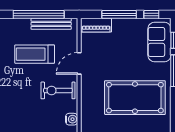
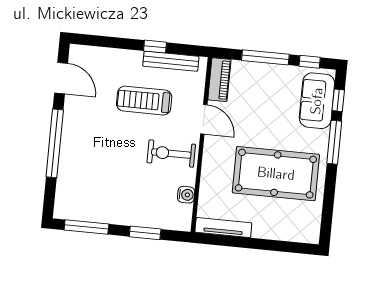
window: (39, 14) -> (155, 47), width x0.32
piano: (96, 25) -> (219, 80), moved, turned -90
door: (79, 63) -> (204, 119), swing flipped

